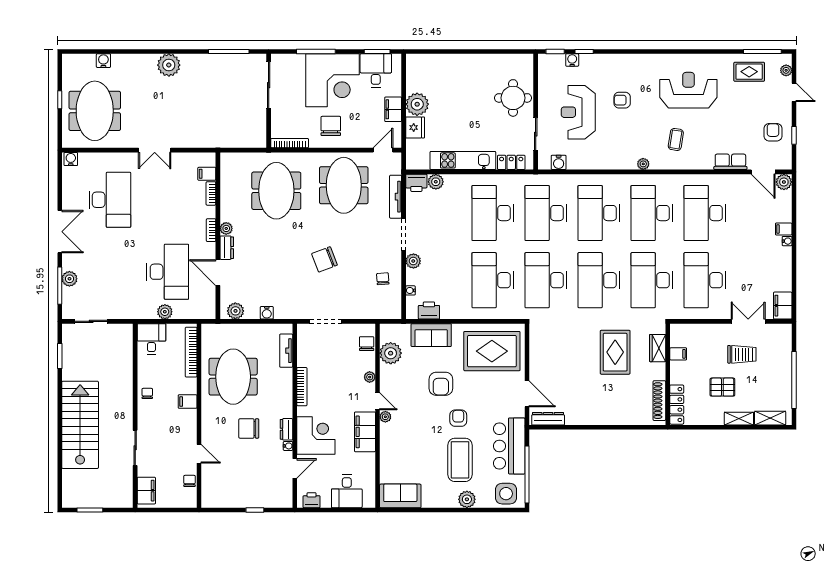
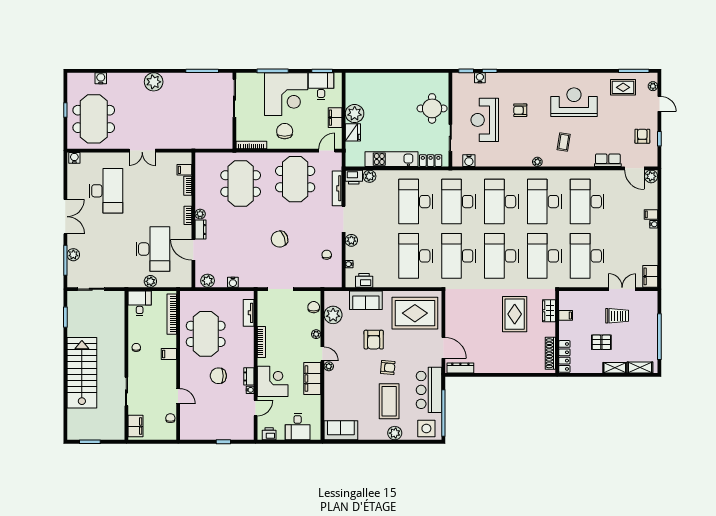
armchair: (458, 418) -> (388, 367), turned 95

